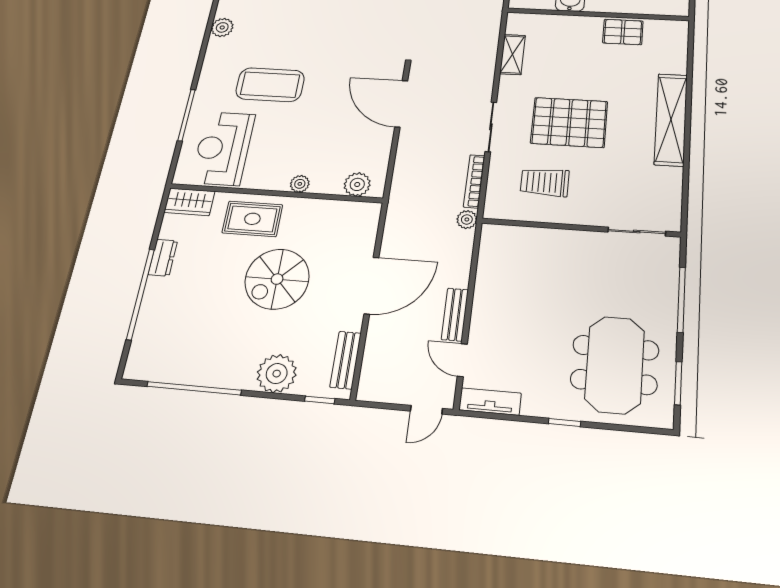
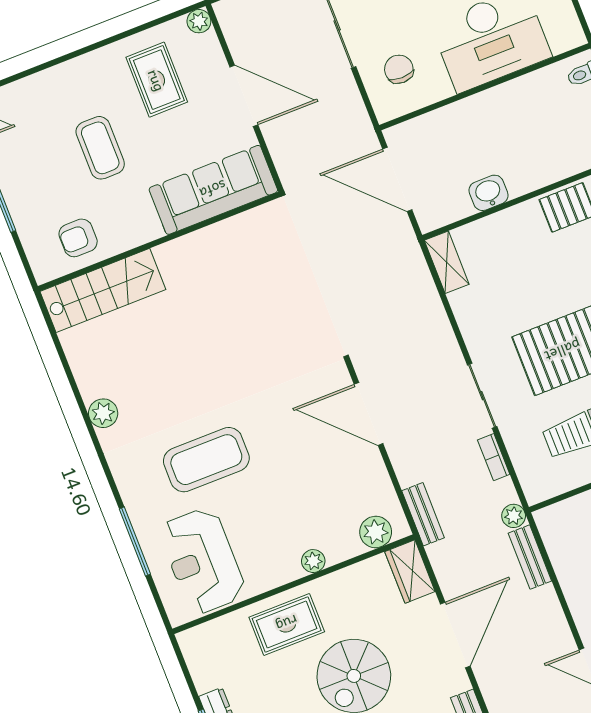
shelving: (513, 54) -> (447, 262), moved
bookcase: (474, 181) -> (494, 457), width x0.64
bench: (399, 188) -> (423, 514), added
wardrobe: (189, 202) -> (410, 572), moved, turned 90
bench: (455, 314) -> (530, 557), moved

